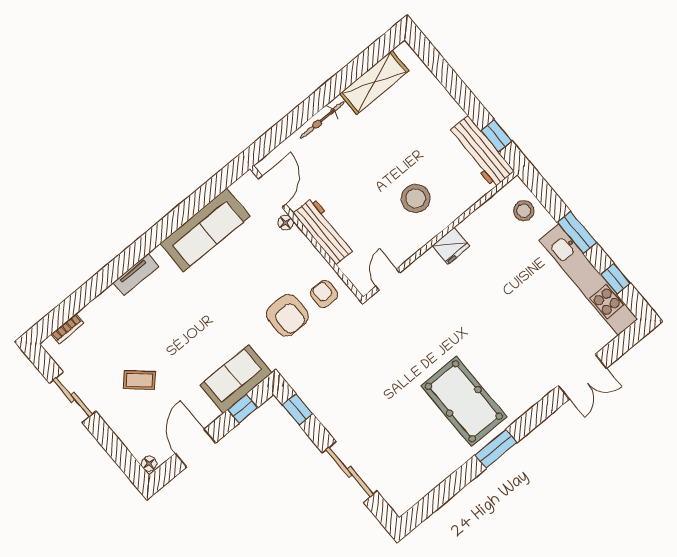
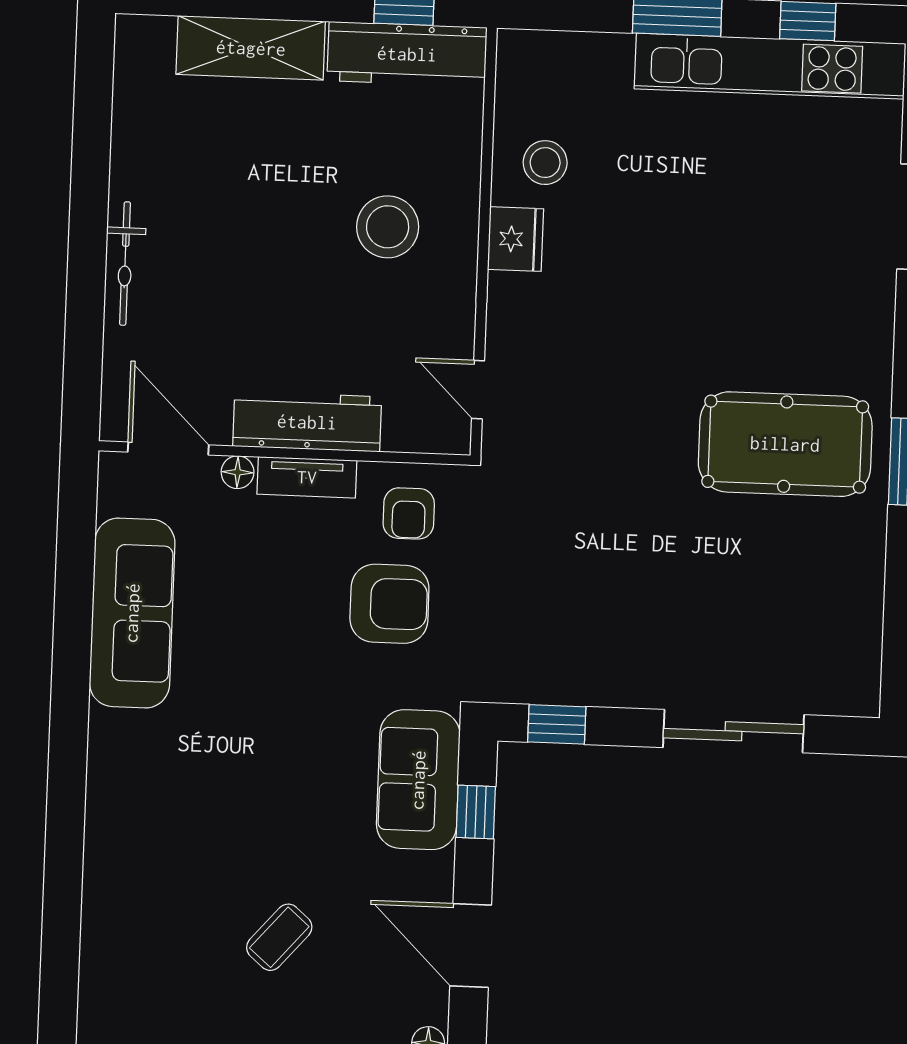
shelving: (374, 82) -> (251, 48), moved, turned 90
stool: (524, 211) -> (545, 163), moved
tv unit: (136, 275) -> (307, 477), moved, turned 90
armchair: (324, 294) -> (409, 513), turned -90
bookcase: (68, 329) -> (92, 979), removed

